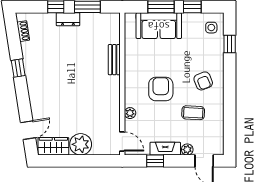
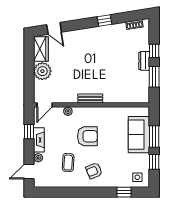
bench: (114, 60) -> (90, 98), moved

